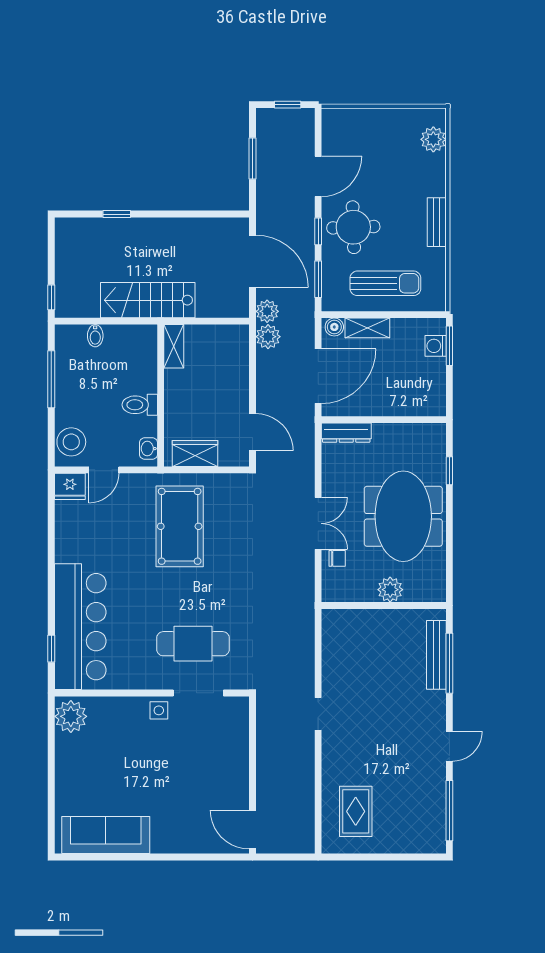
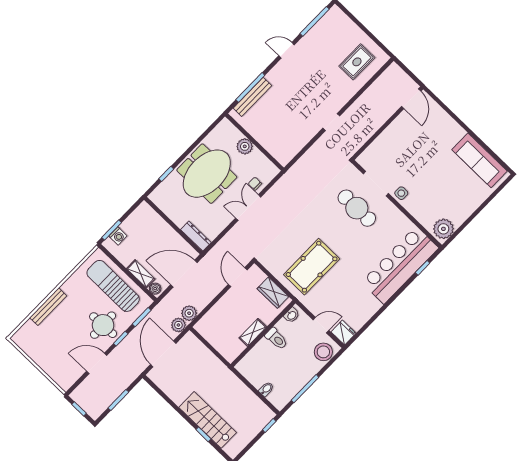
plant: (433, 139) -> (29, 330), removed
bench: (437, 222) -> (48, 307), moved, width x1.36
sun lounger: (385, 283) -> (113, 286), width x1.36, depth x1.34
stairs: (148, 300) -> (208, 420), moved, turned 180
shelving: (174, 346) -> (253, 332), moved

